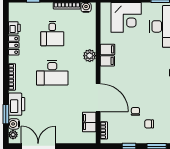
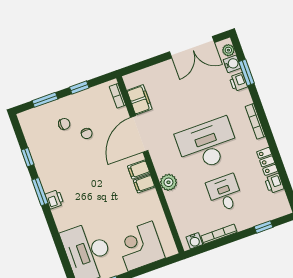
filing cabinet: (108, 49) -> (139, 169), moved
desk: (52, 73) -> (207, 144), width x1.36, depth x1.30
door: (98, 98) -> (139, 134), hinge flipped
printer: (17, 104) -> (238, 82), width x0.53, depth x0.68

